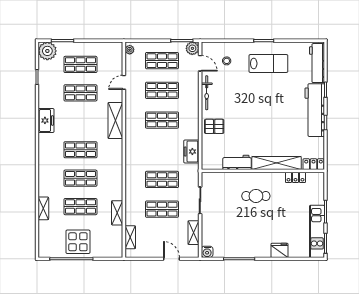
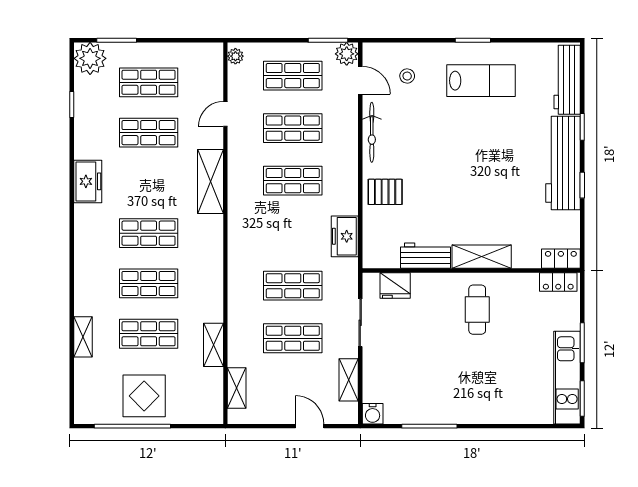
shelving: (277, 163) -> (482, 257), width x0.68
locker: (295, 177) -> (558, 282), moved
cafe table: (256, 196) -> (477, 310), moved, turned 90
fridge: (280, 250) -> (395, 285), moved, turned 180

